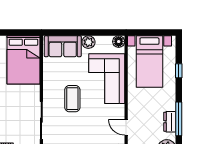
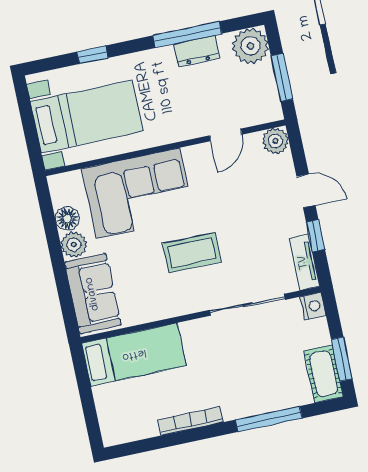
floor lamp: (119, 42) -> (67, 219), moved
bed: (23, 60) -> (134, 354), width x0.67

